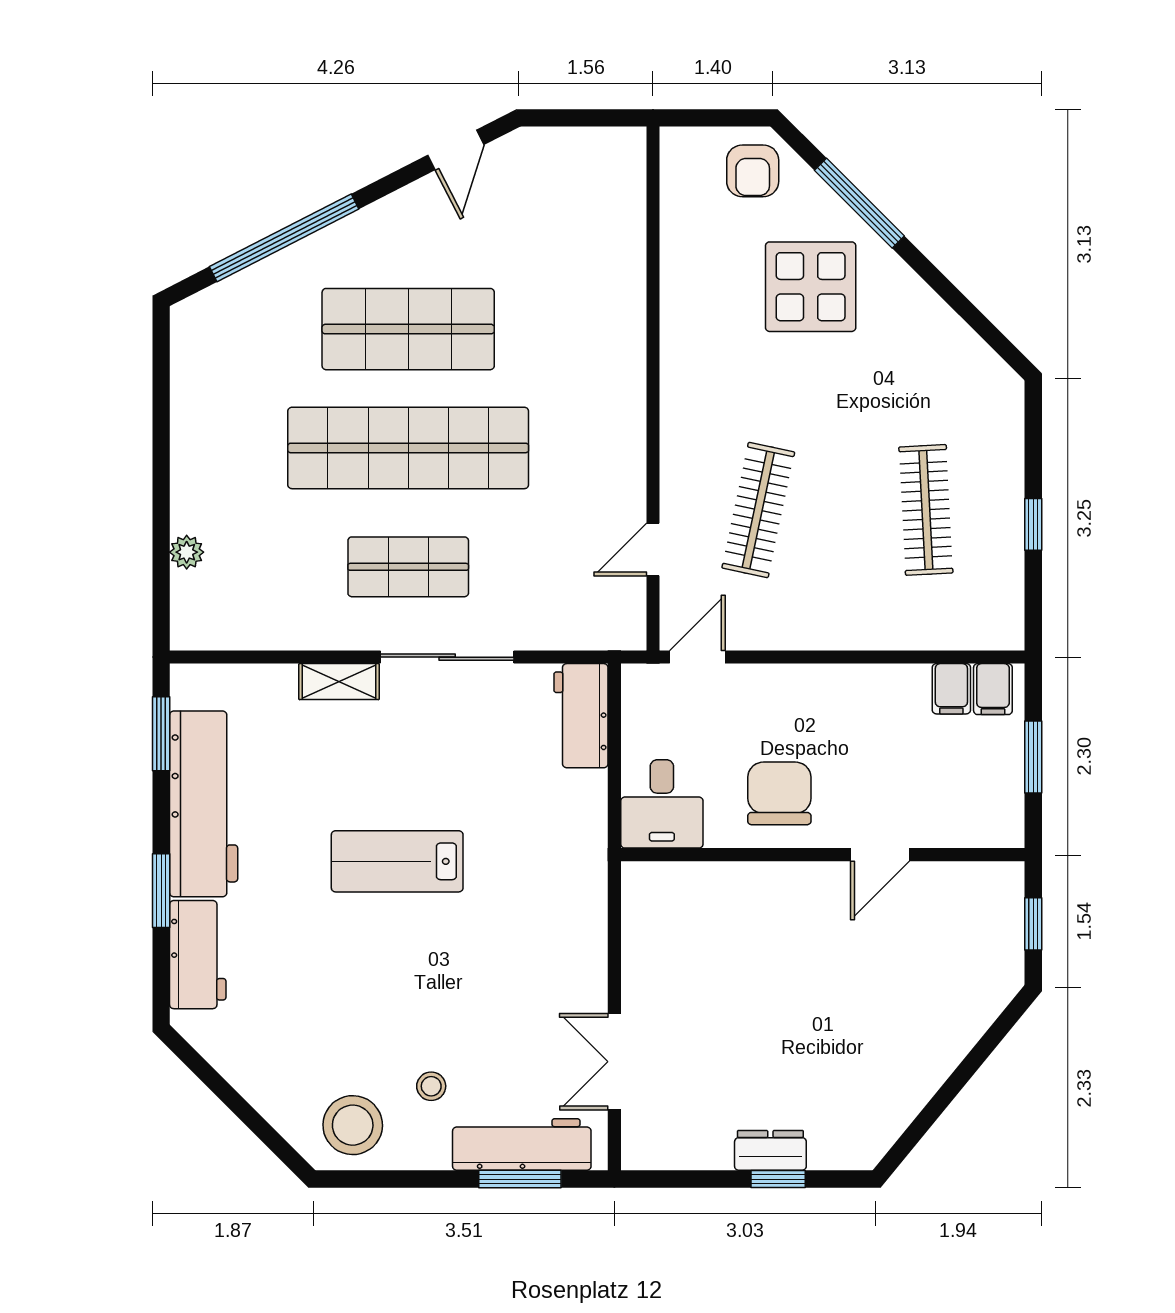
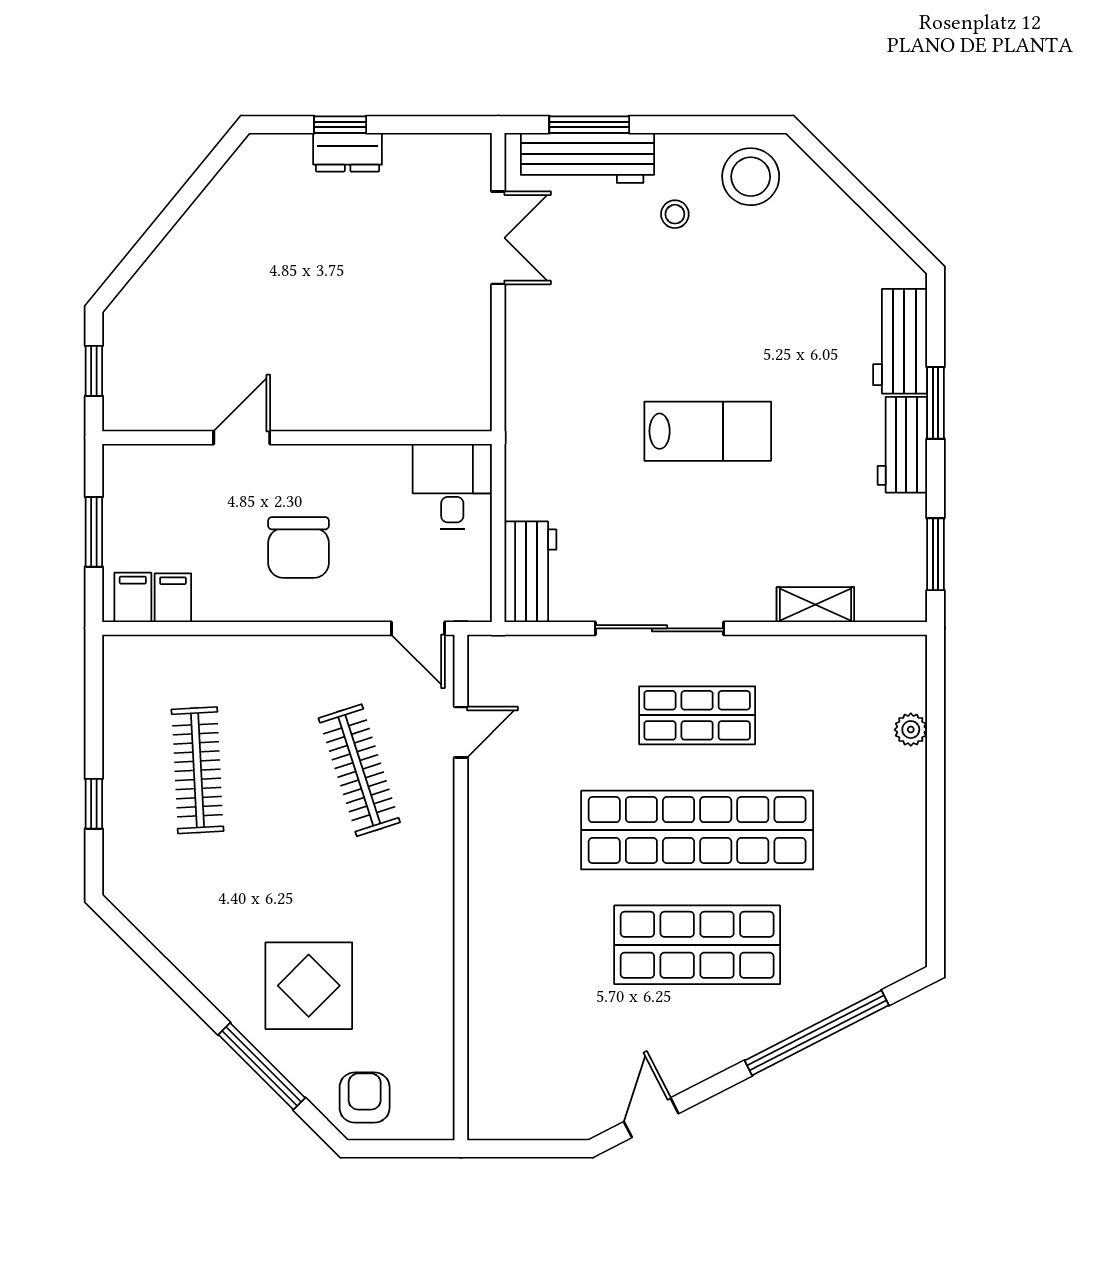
clothes rail: (758, 510) -> (359, 770), turned -30
window: (1033, 524) -> (94, 804), moved
door: (697, 657) -> (418, 628), hinge flipped
shelving: (339, 682) -> (815, 605), moved
chair: (779, 793) -> (299, 548), moved
workbench: (204, 804) -> (902, 445), width x0.53, depth x0.76

